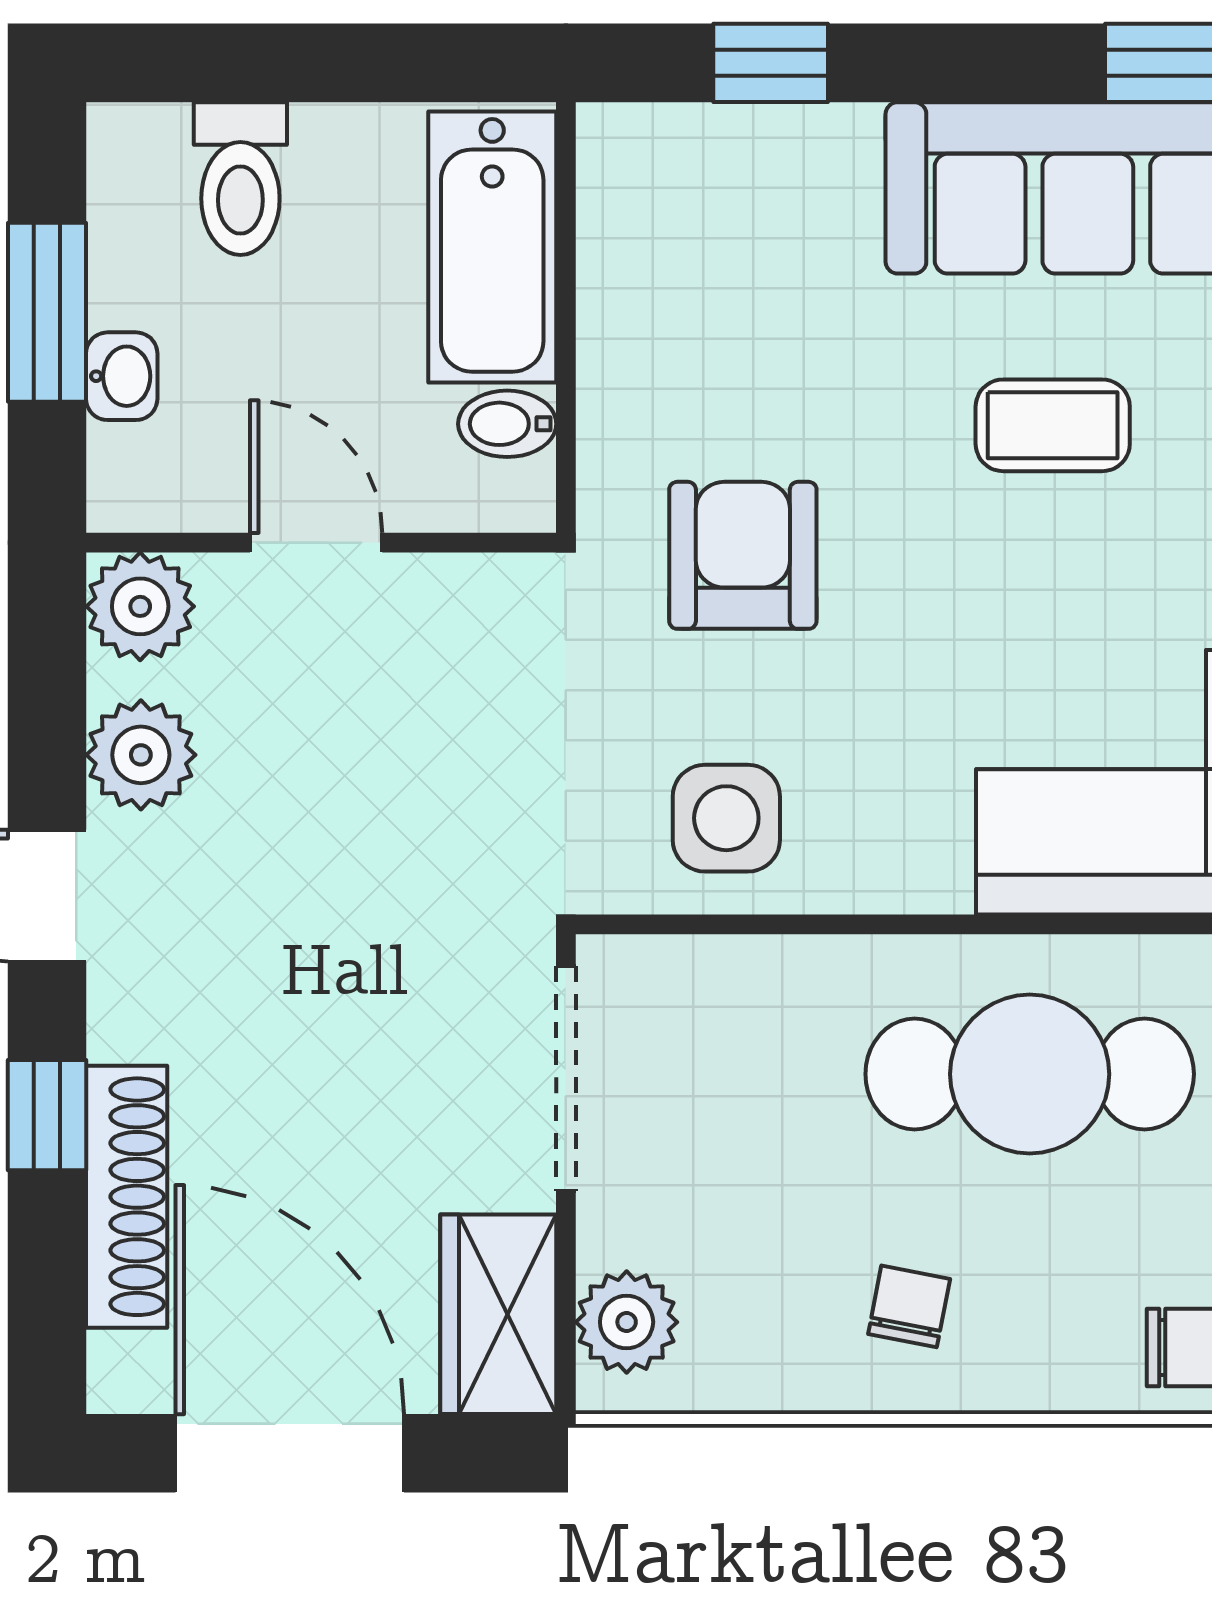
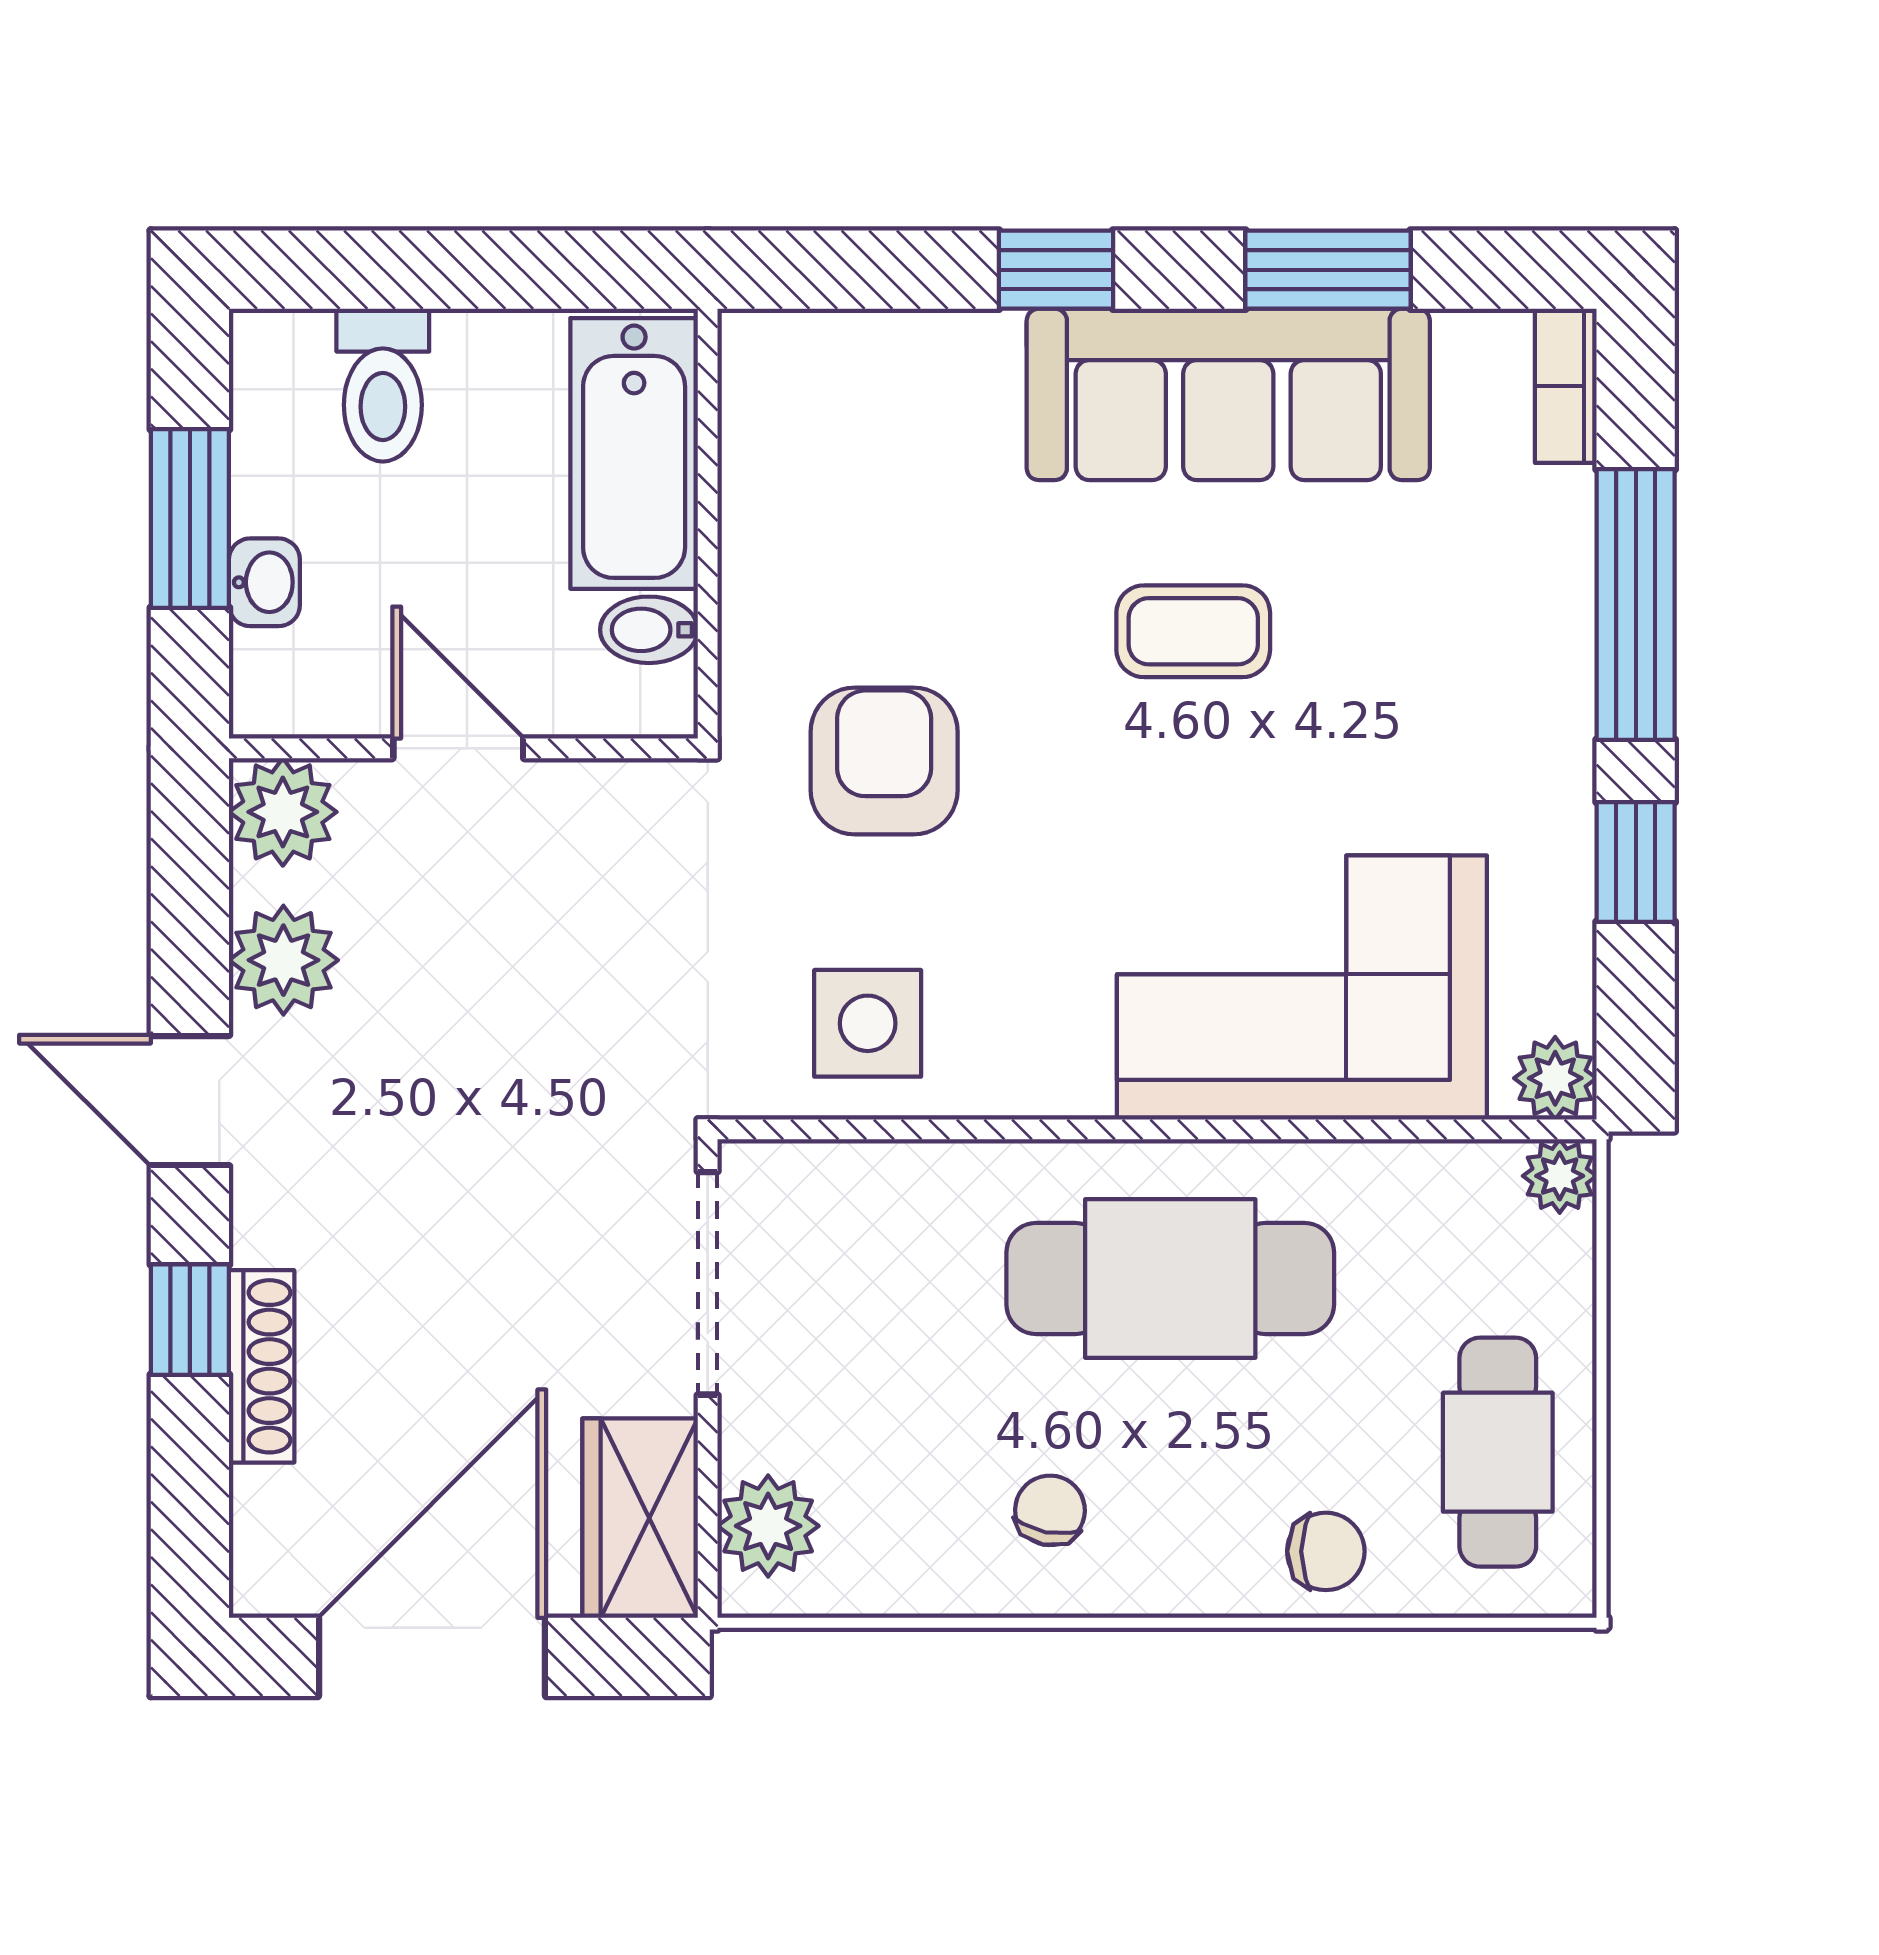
window: (771, 63) -> (1056, 270), moved
shoe rack: (127, 1197) -> (262, 1366), width x0.74, depth x0.81
door: (290, 1453) -> (432, 1657), hinge flipped

